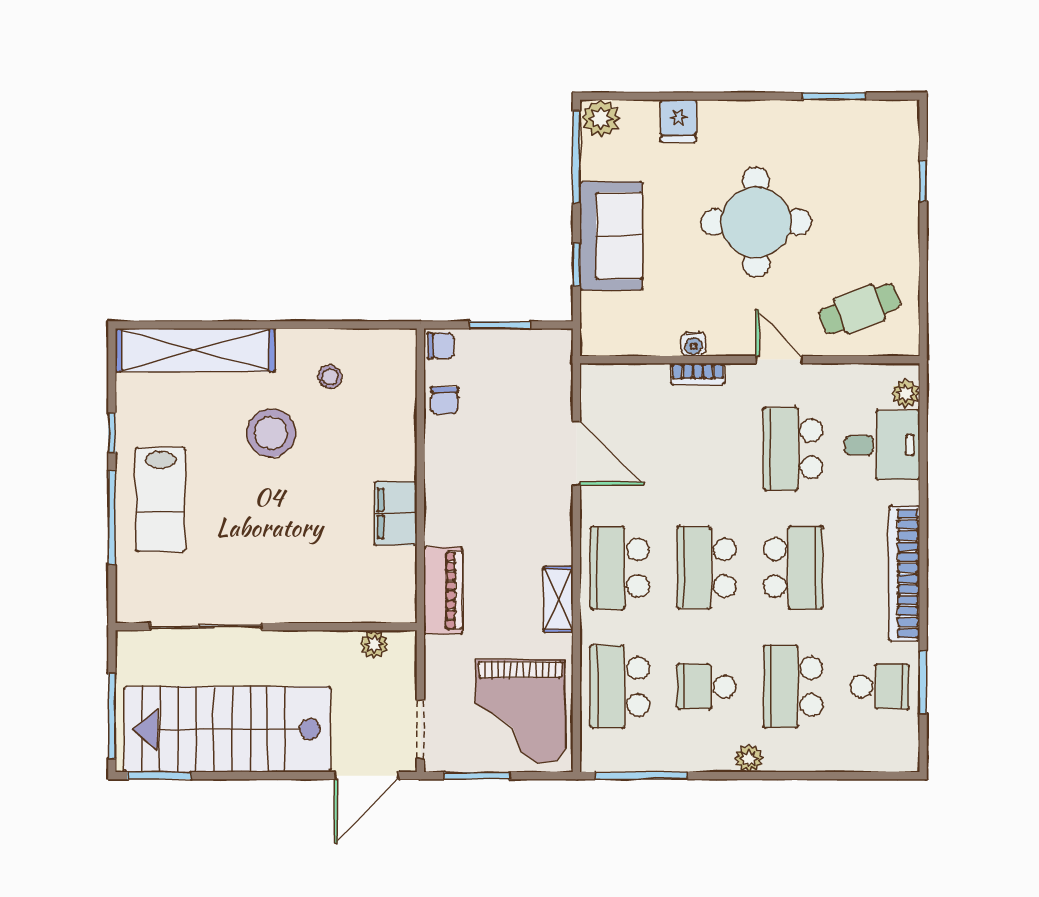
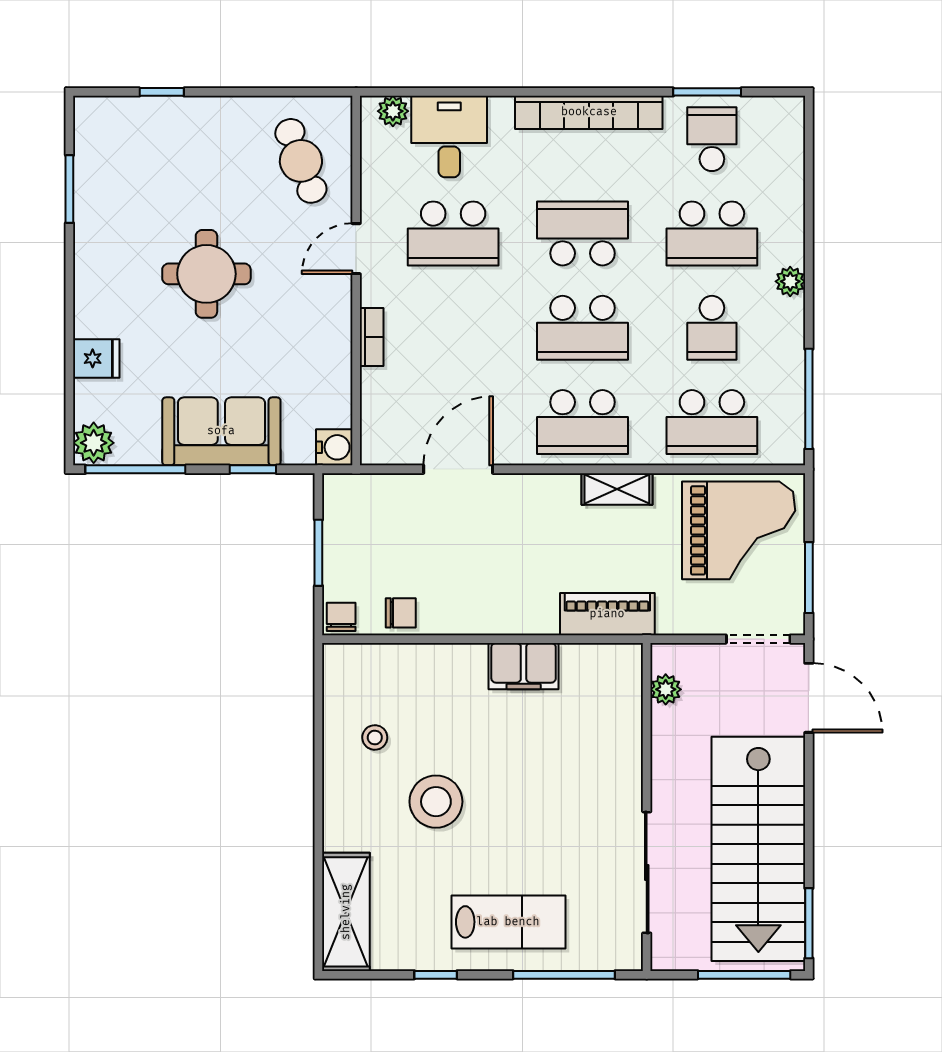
round table: (756, 222) -> (206, 274), width x0.73, depth x0.73
water cooler: (694, 344) -> (334, 447), moved, width x1.38, depth x1.38
shelving: (195, 350) -> (346, 912), width x0.68
window: (112, 517) -> (564, 975), moved

